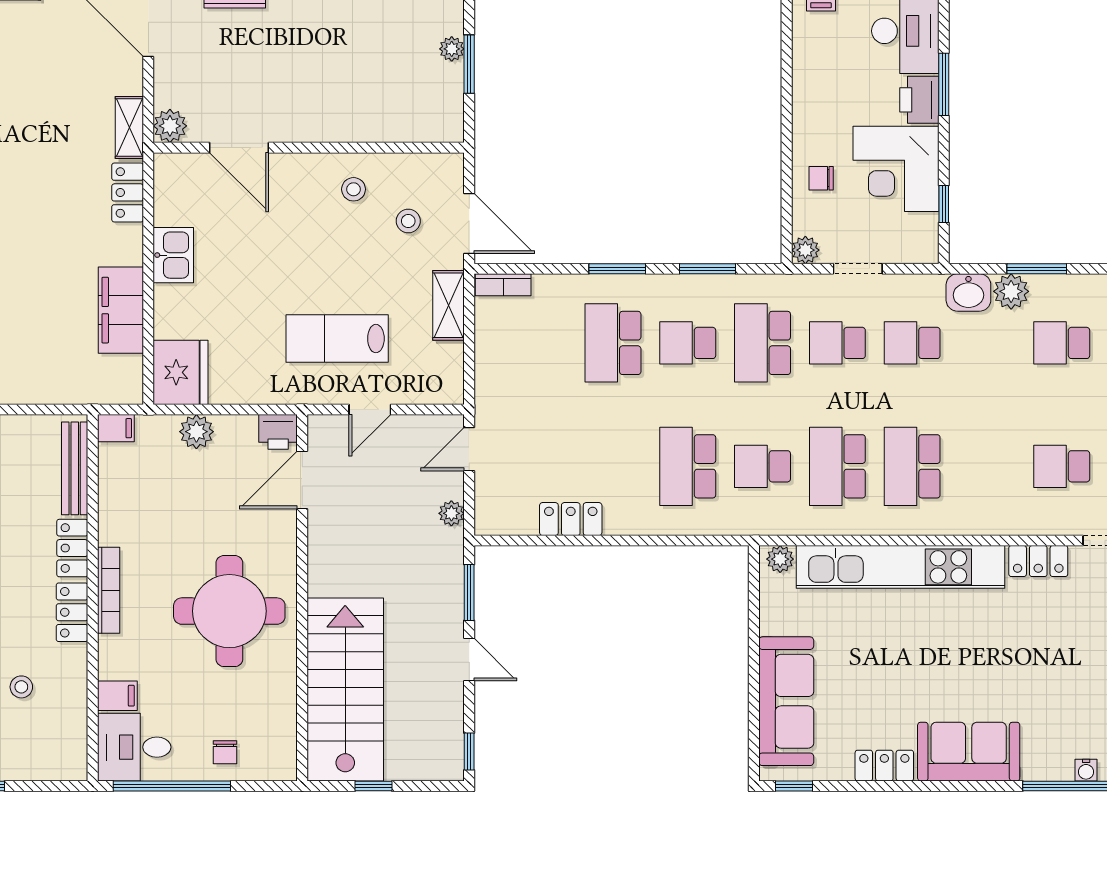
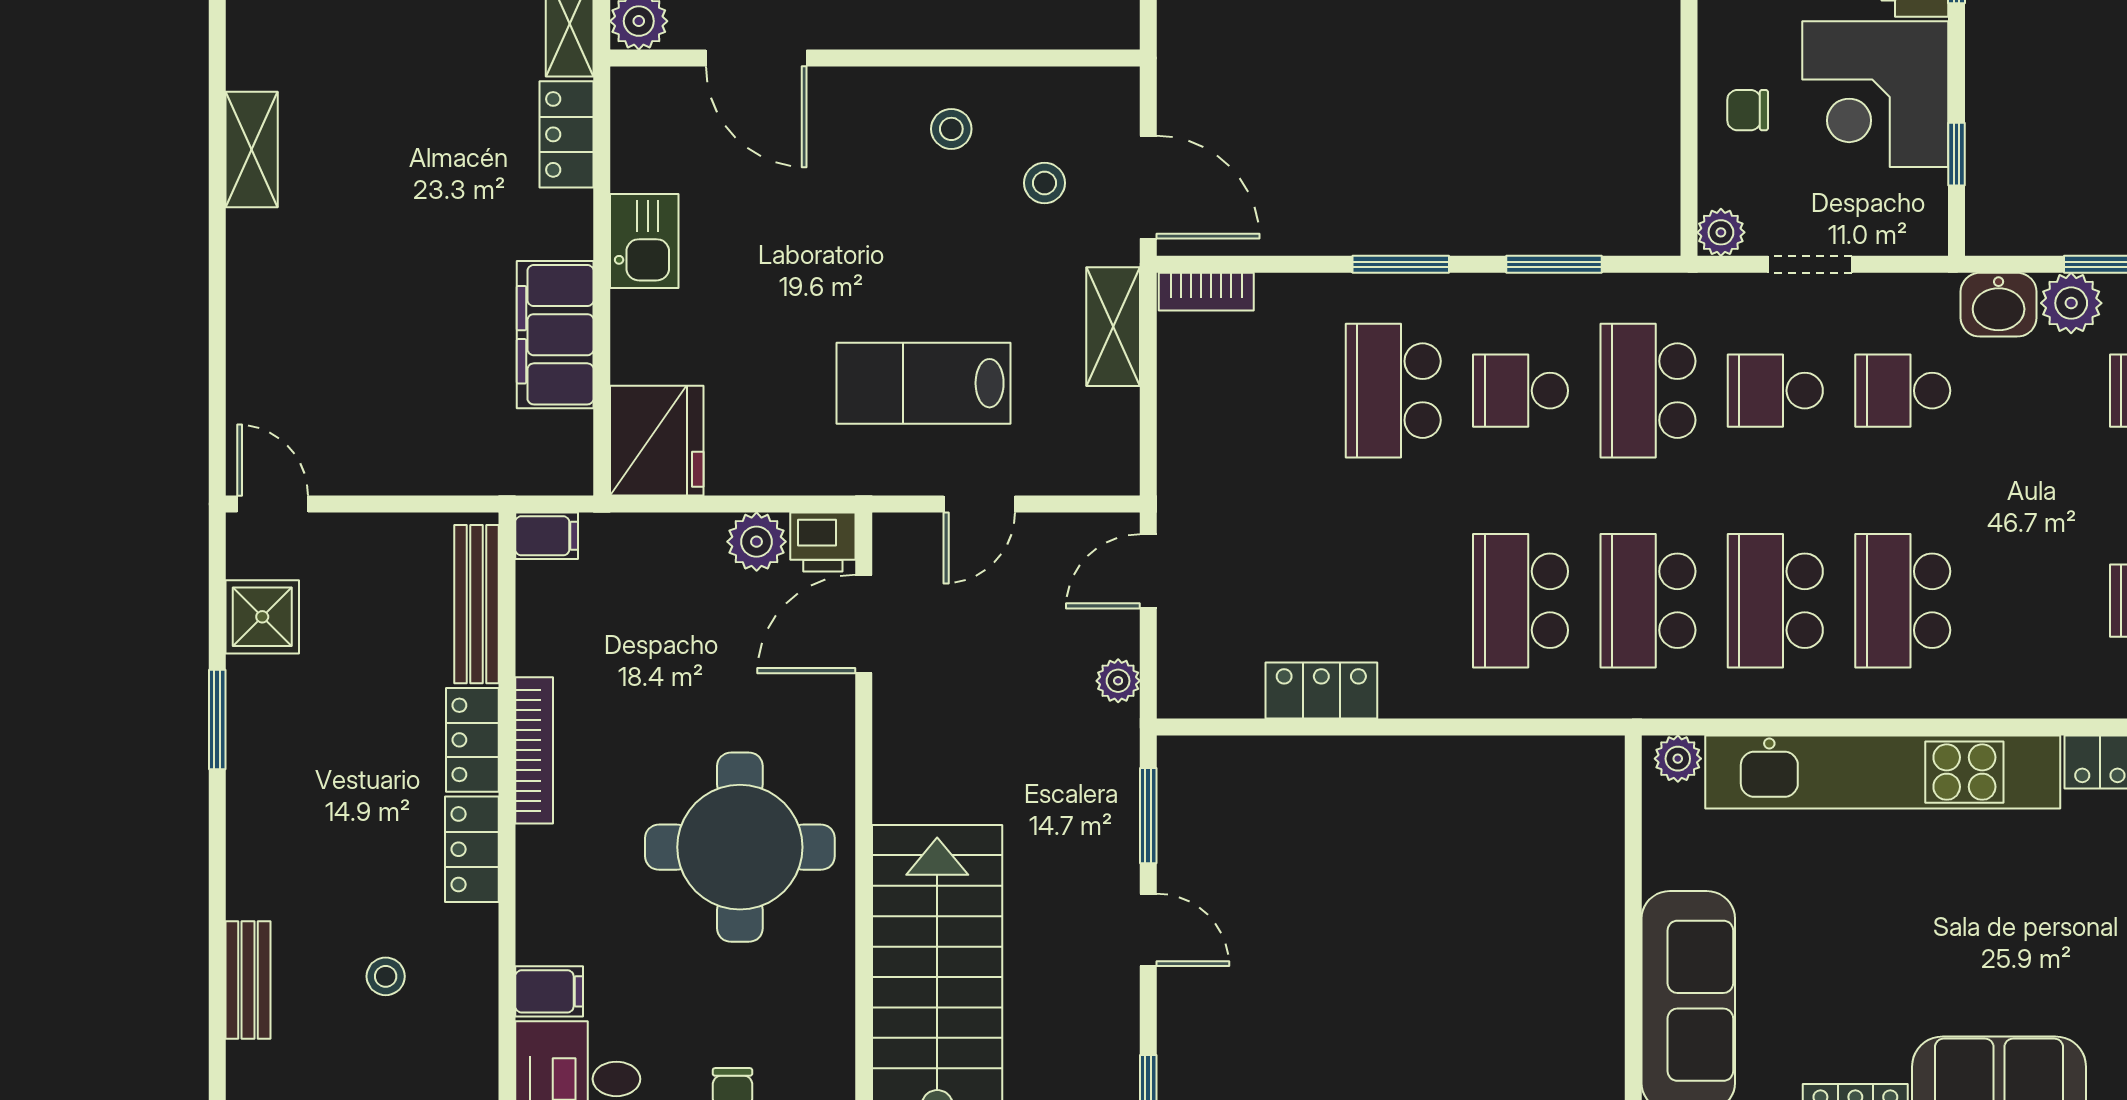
plant: (196, 432) -> (757, 542), moved
school desk: (763, 466) -> (1648, 601), width x1.85
bookcase: (109, 590) -> (534, 750), moved

